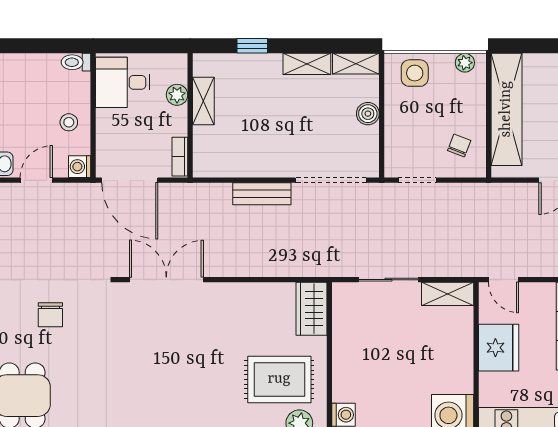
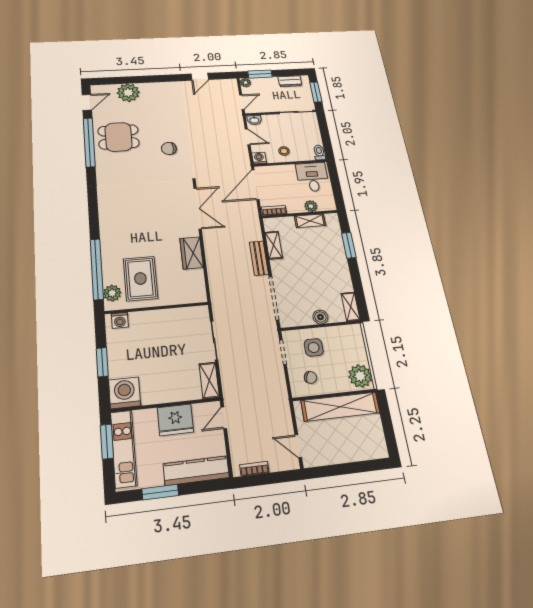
window: (252, 46) -> (349, 245), width x1.50
plant: (465, 63) -> (360, 376), width x1.88, depth x1.88
shelving: (307, 64) -> (274, 245), moved
side table: (415, 73) -> (314, 347), moved
wardrobe: (312, 309) -> (192, 253), moved, turned -90

